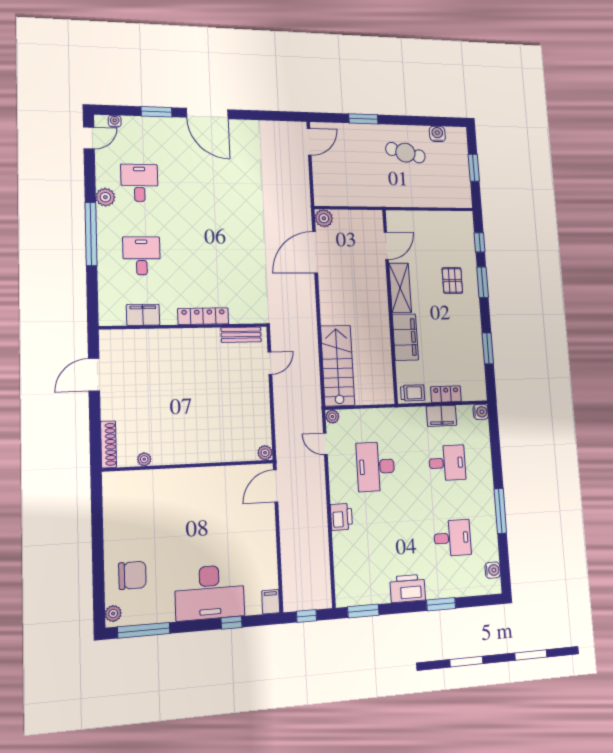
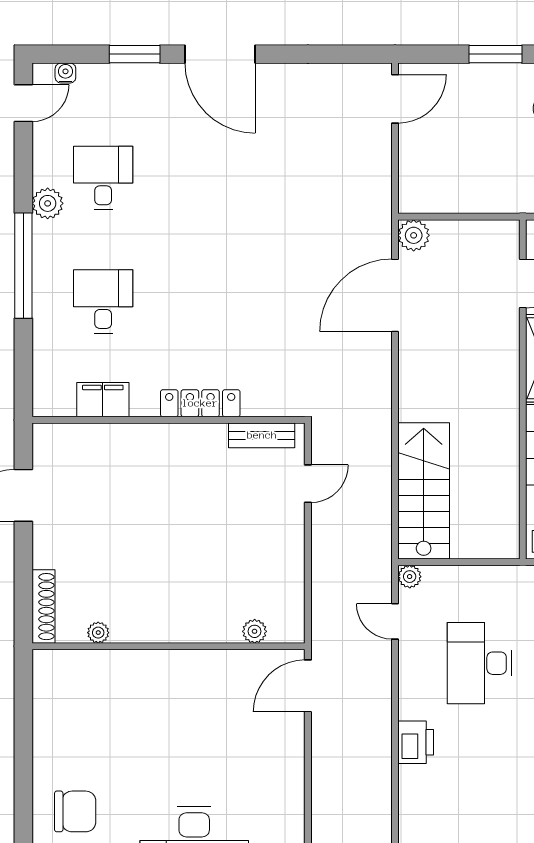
plant: (265, 453) -> (255, 631), moved

